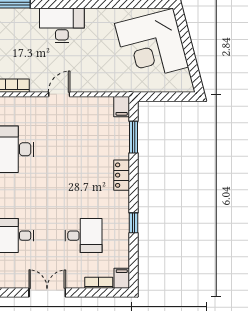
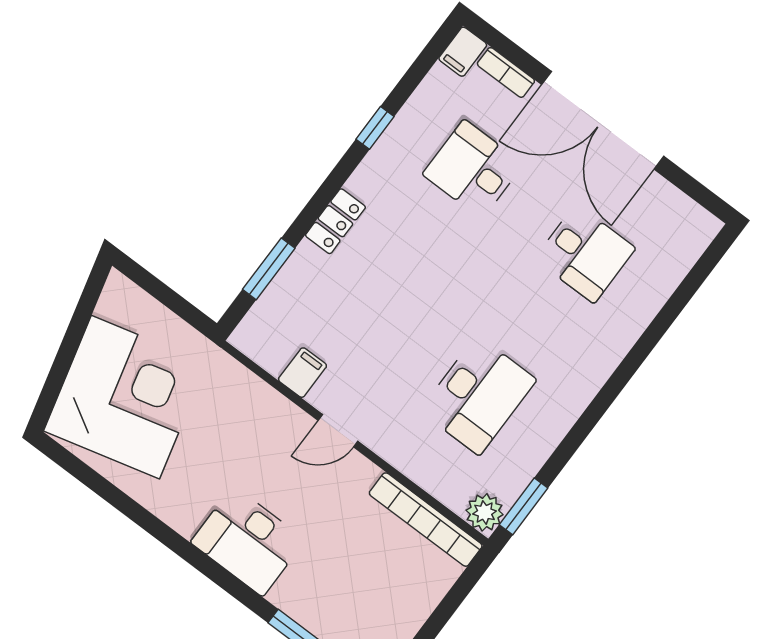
filing cabinet: (122, 107) -> (302, 373), moved
double door: (47, 292) -> (603, 120), width x1.87

